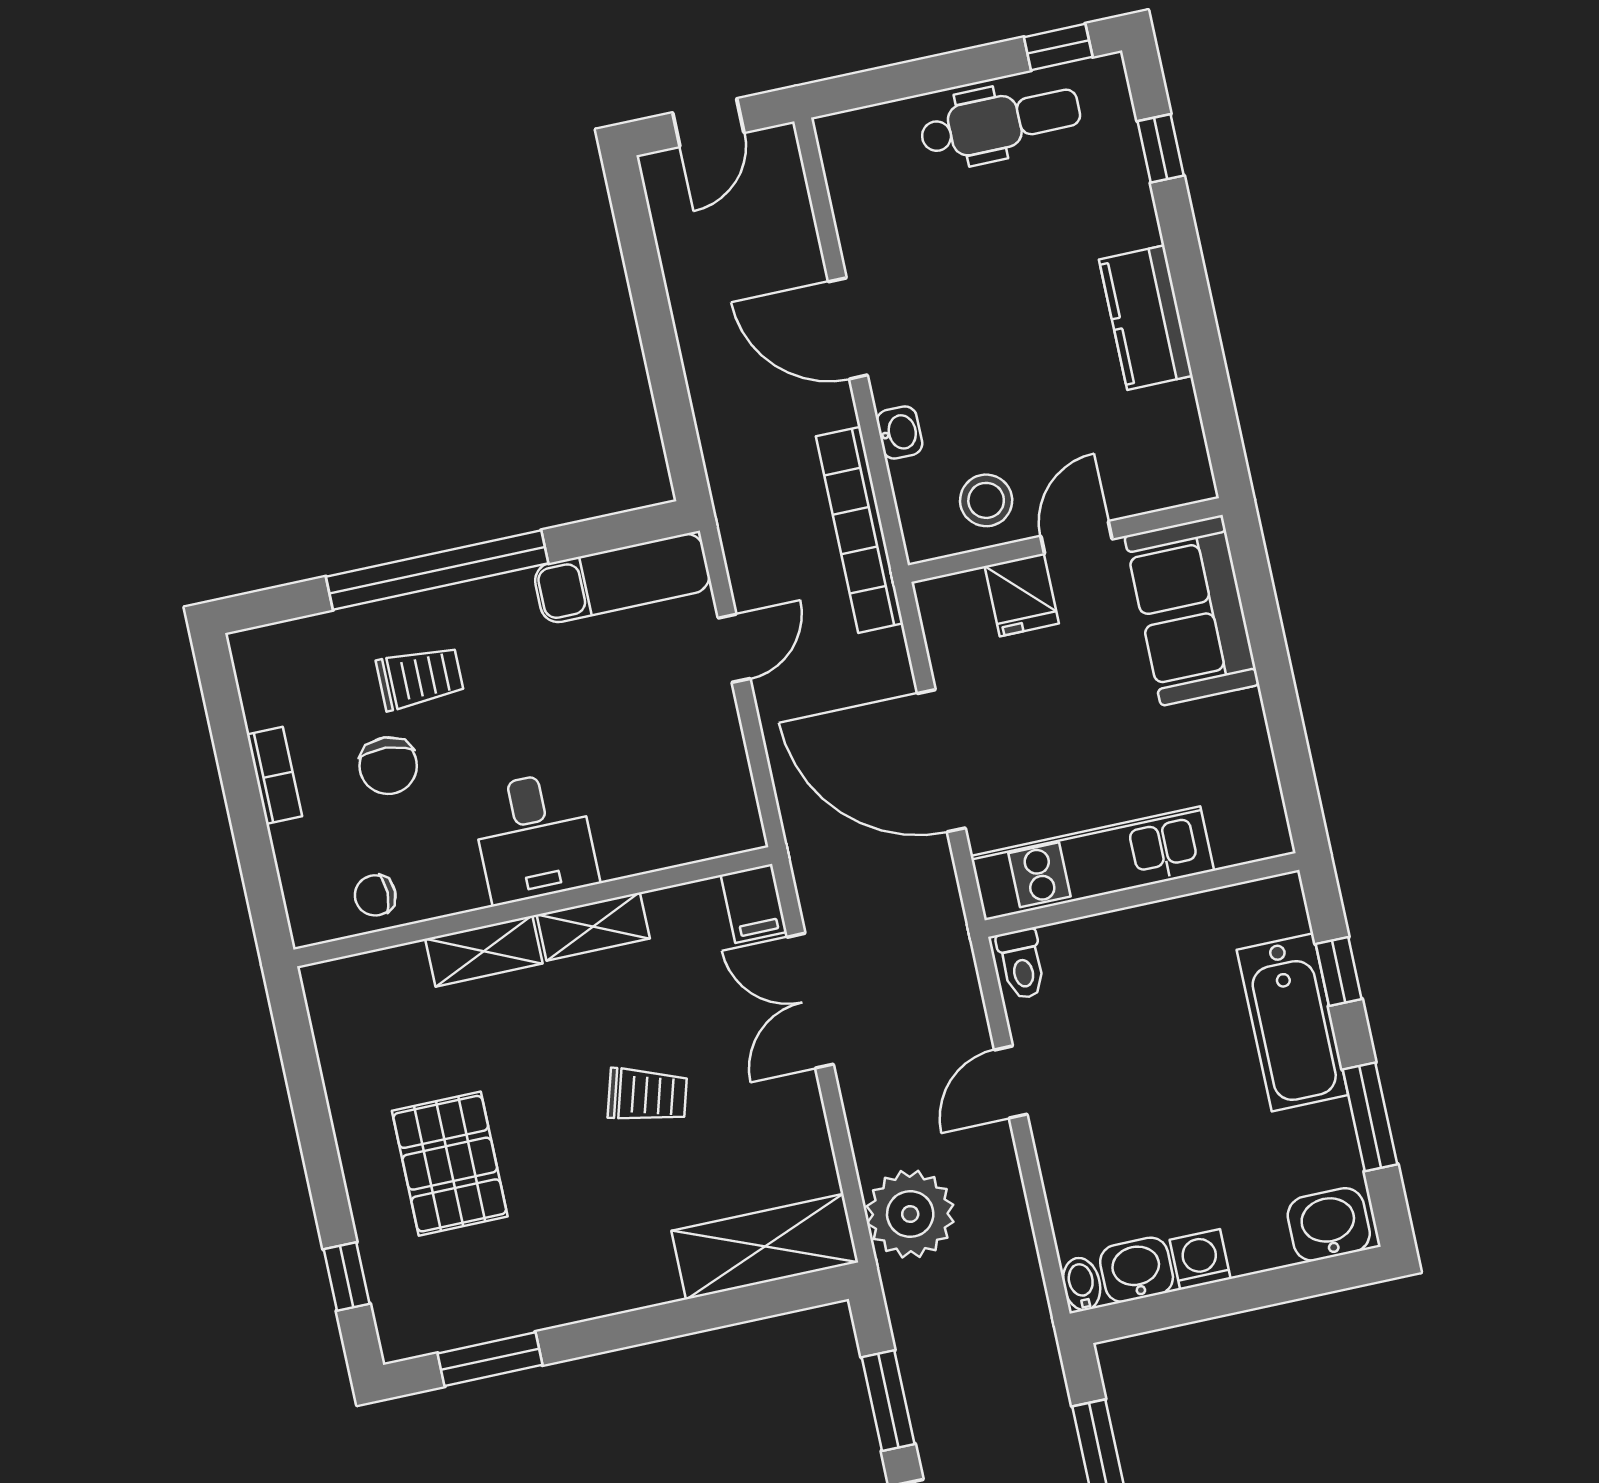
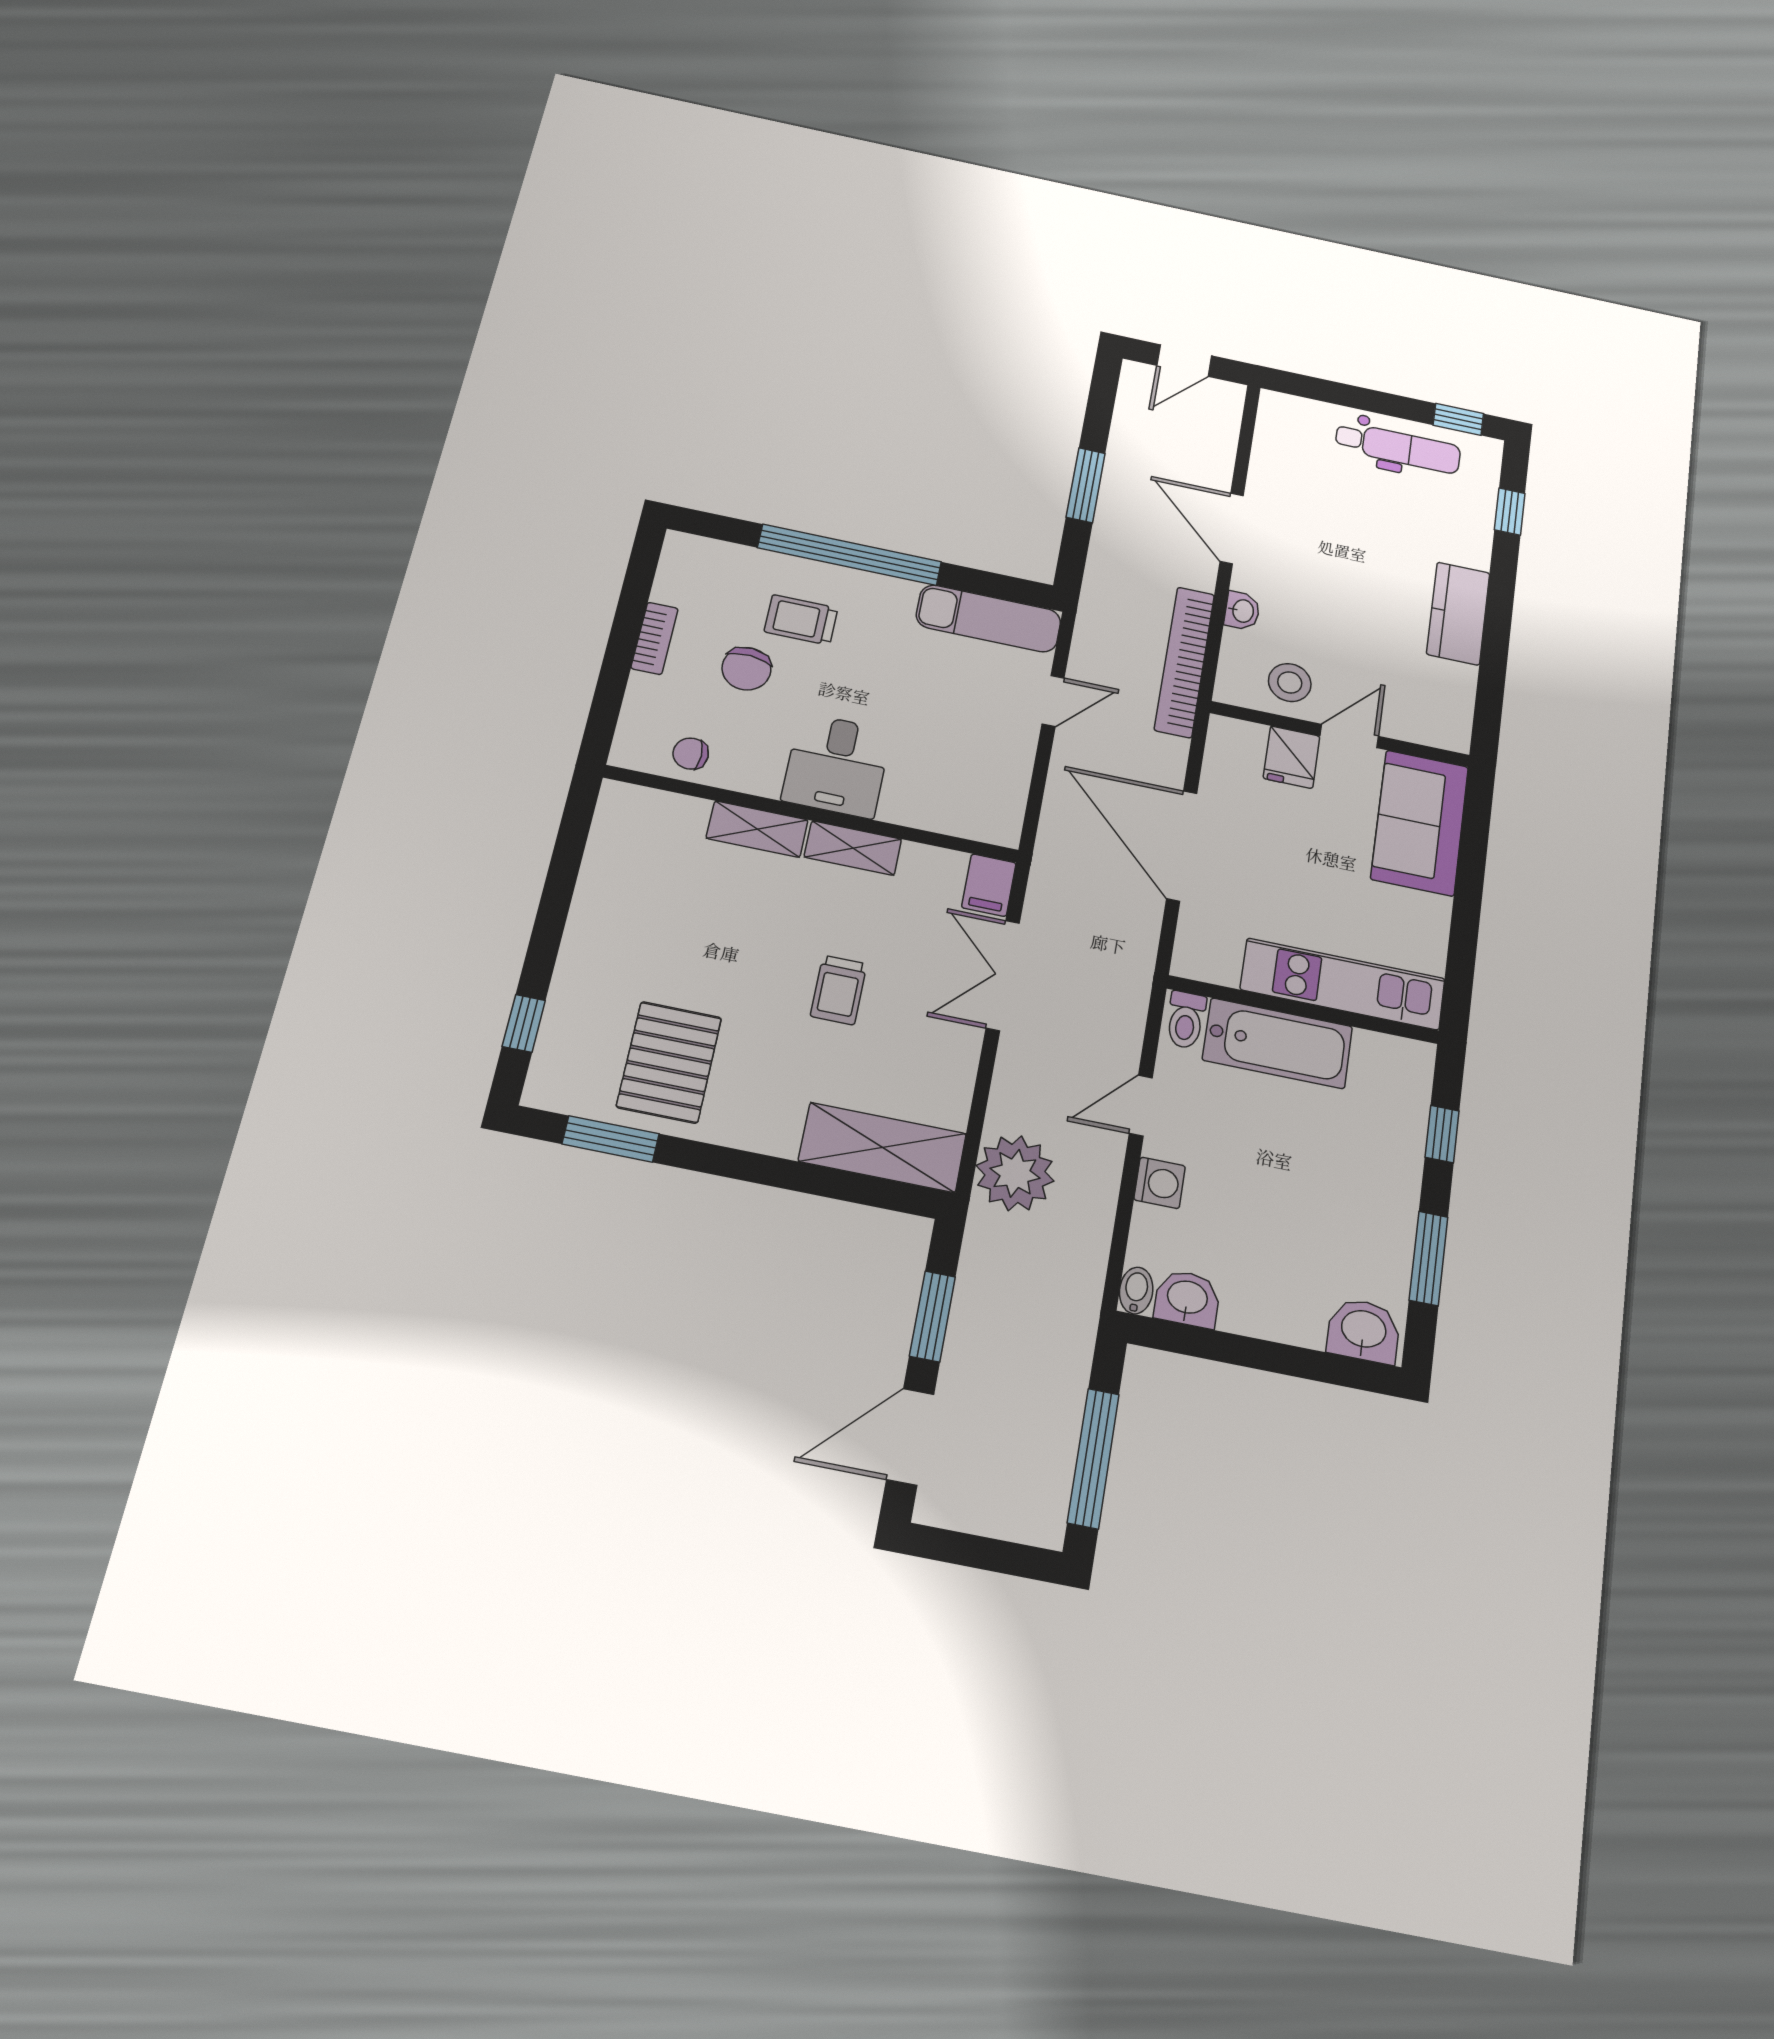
window: (661, 351) -> (1086, 485), added
trolley: (420, 678) -> (801, 620), turned 180
kitchen unit: (1092, 863) -> (1343, 984), moved
bathtub: (1292, 1022) -> (1277, 1043), moved, turned -90
trolley: (647, 1095) -> (839, 990), turned 74
pallet: (450, 1164) -> (669, 1062), moved
washing machine: (1200, 1259) -> (1160, 1183), moved, turned 90

